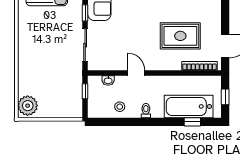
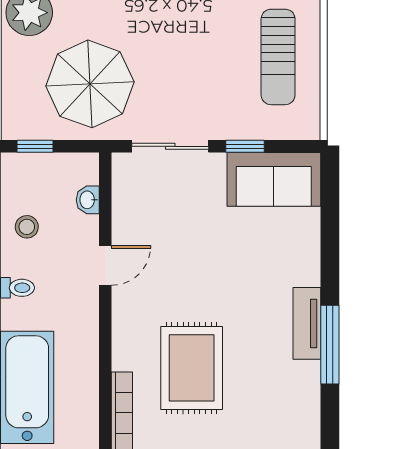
parasol: (58, 80) -> (90, 84), added
window: (85, 91) -> (35, 146), moved

